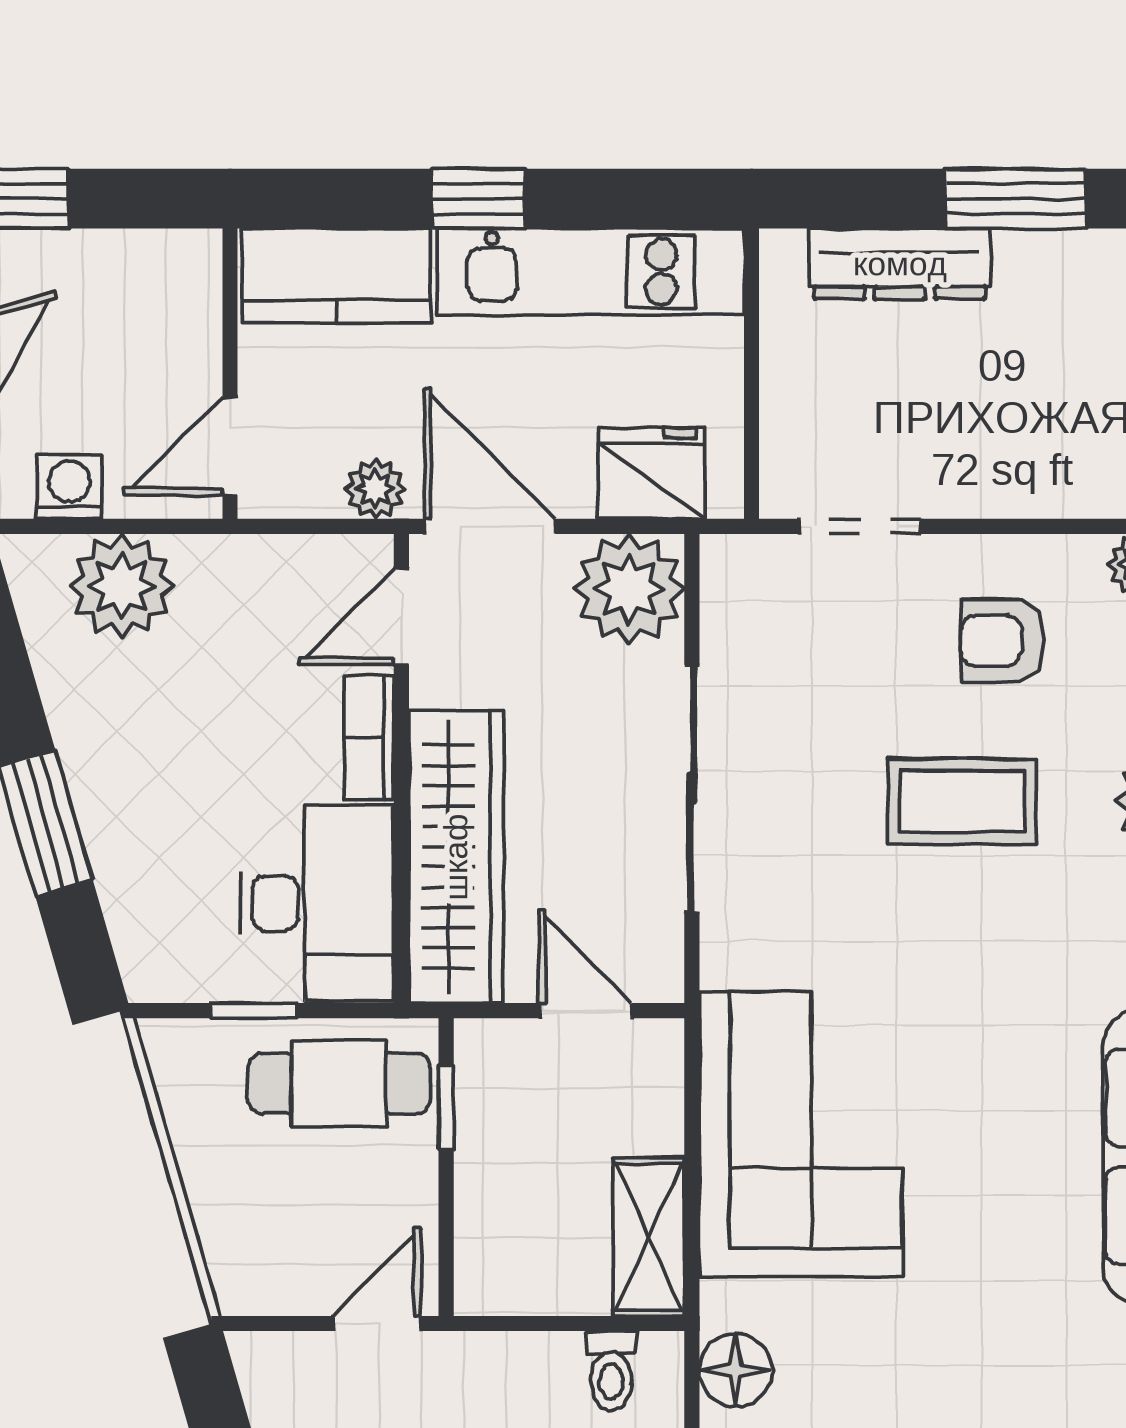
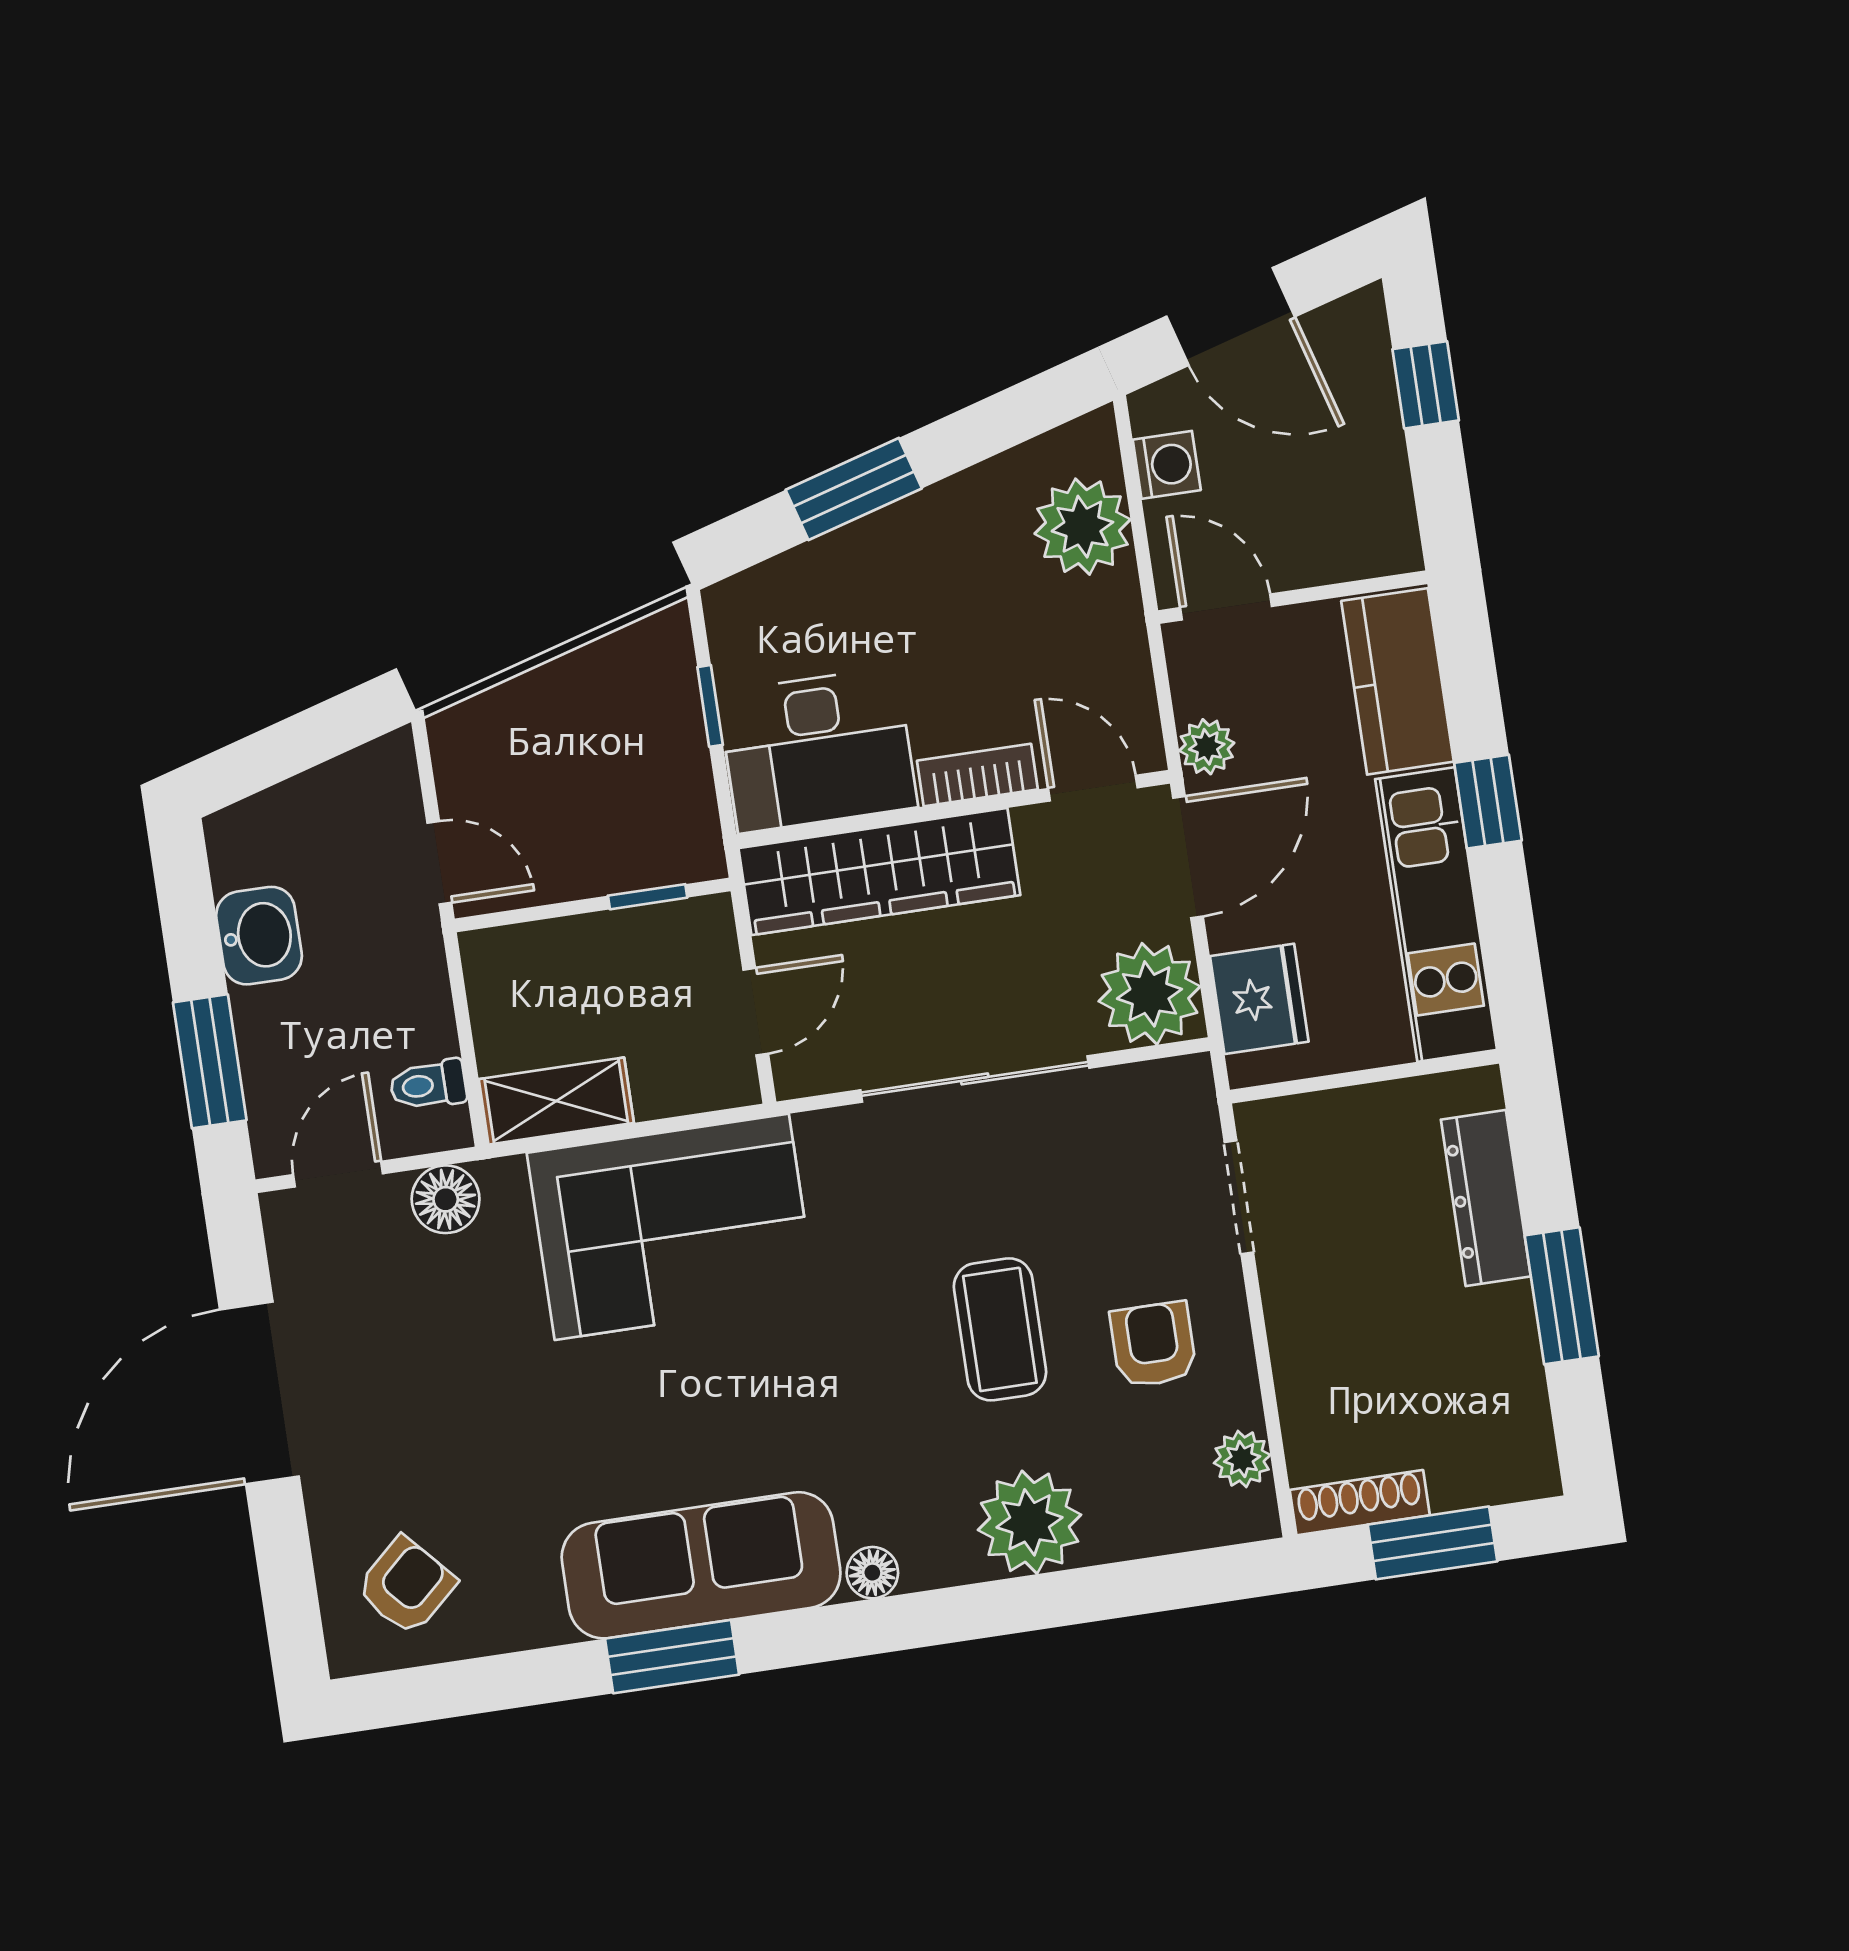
cafe table: (339, 1083) -> (655, 795), removed

